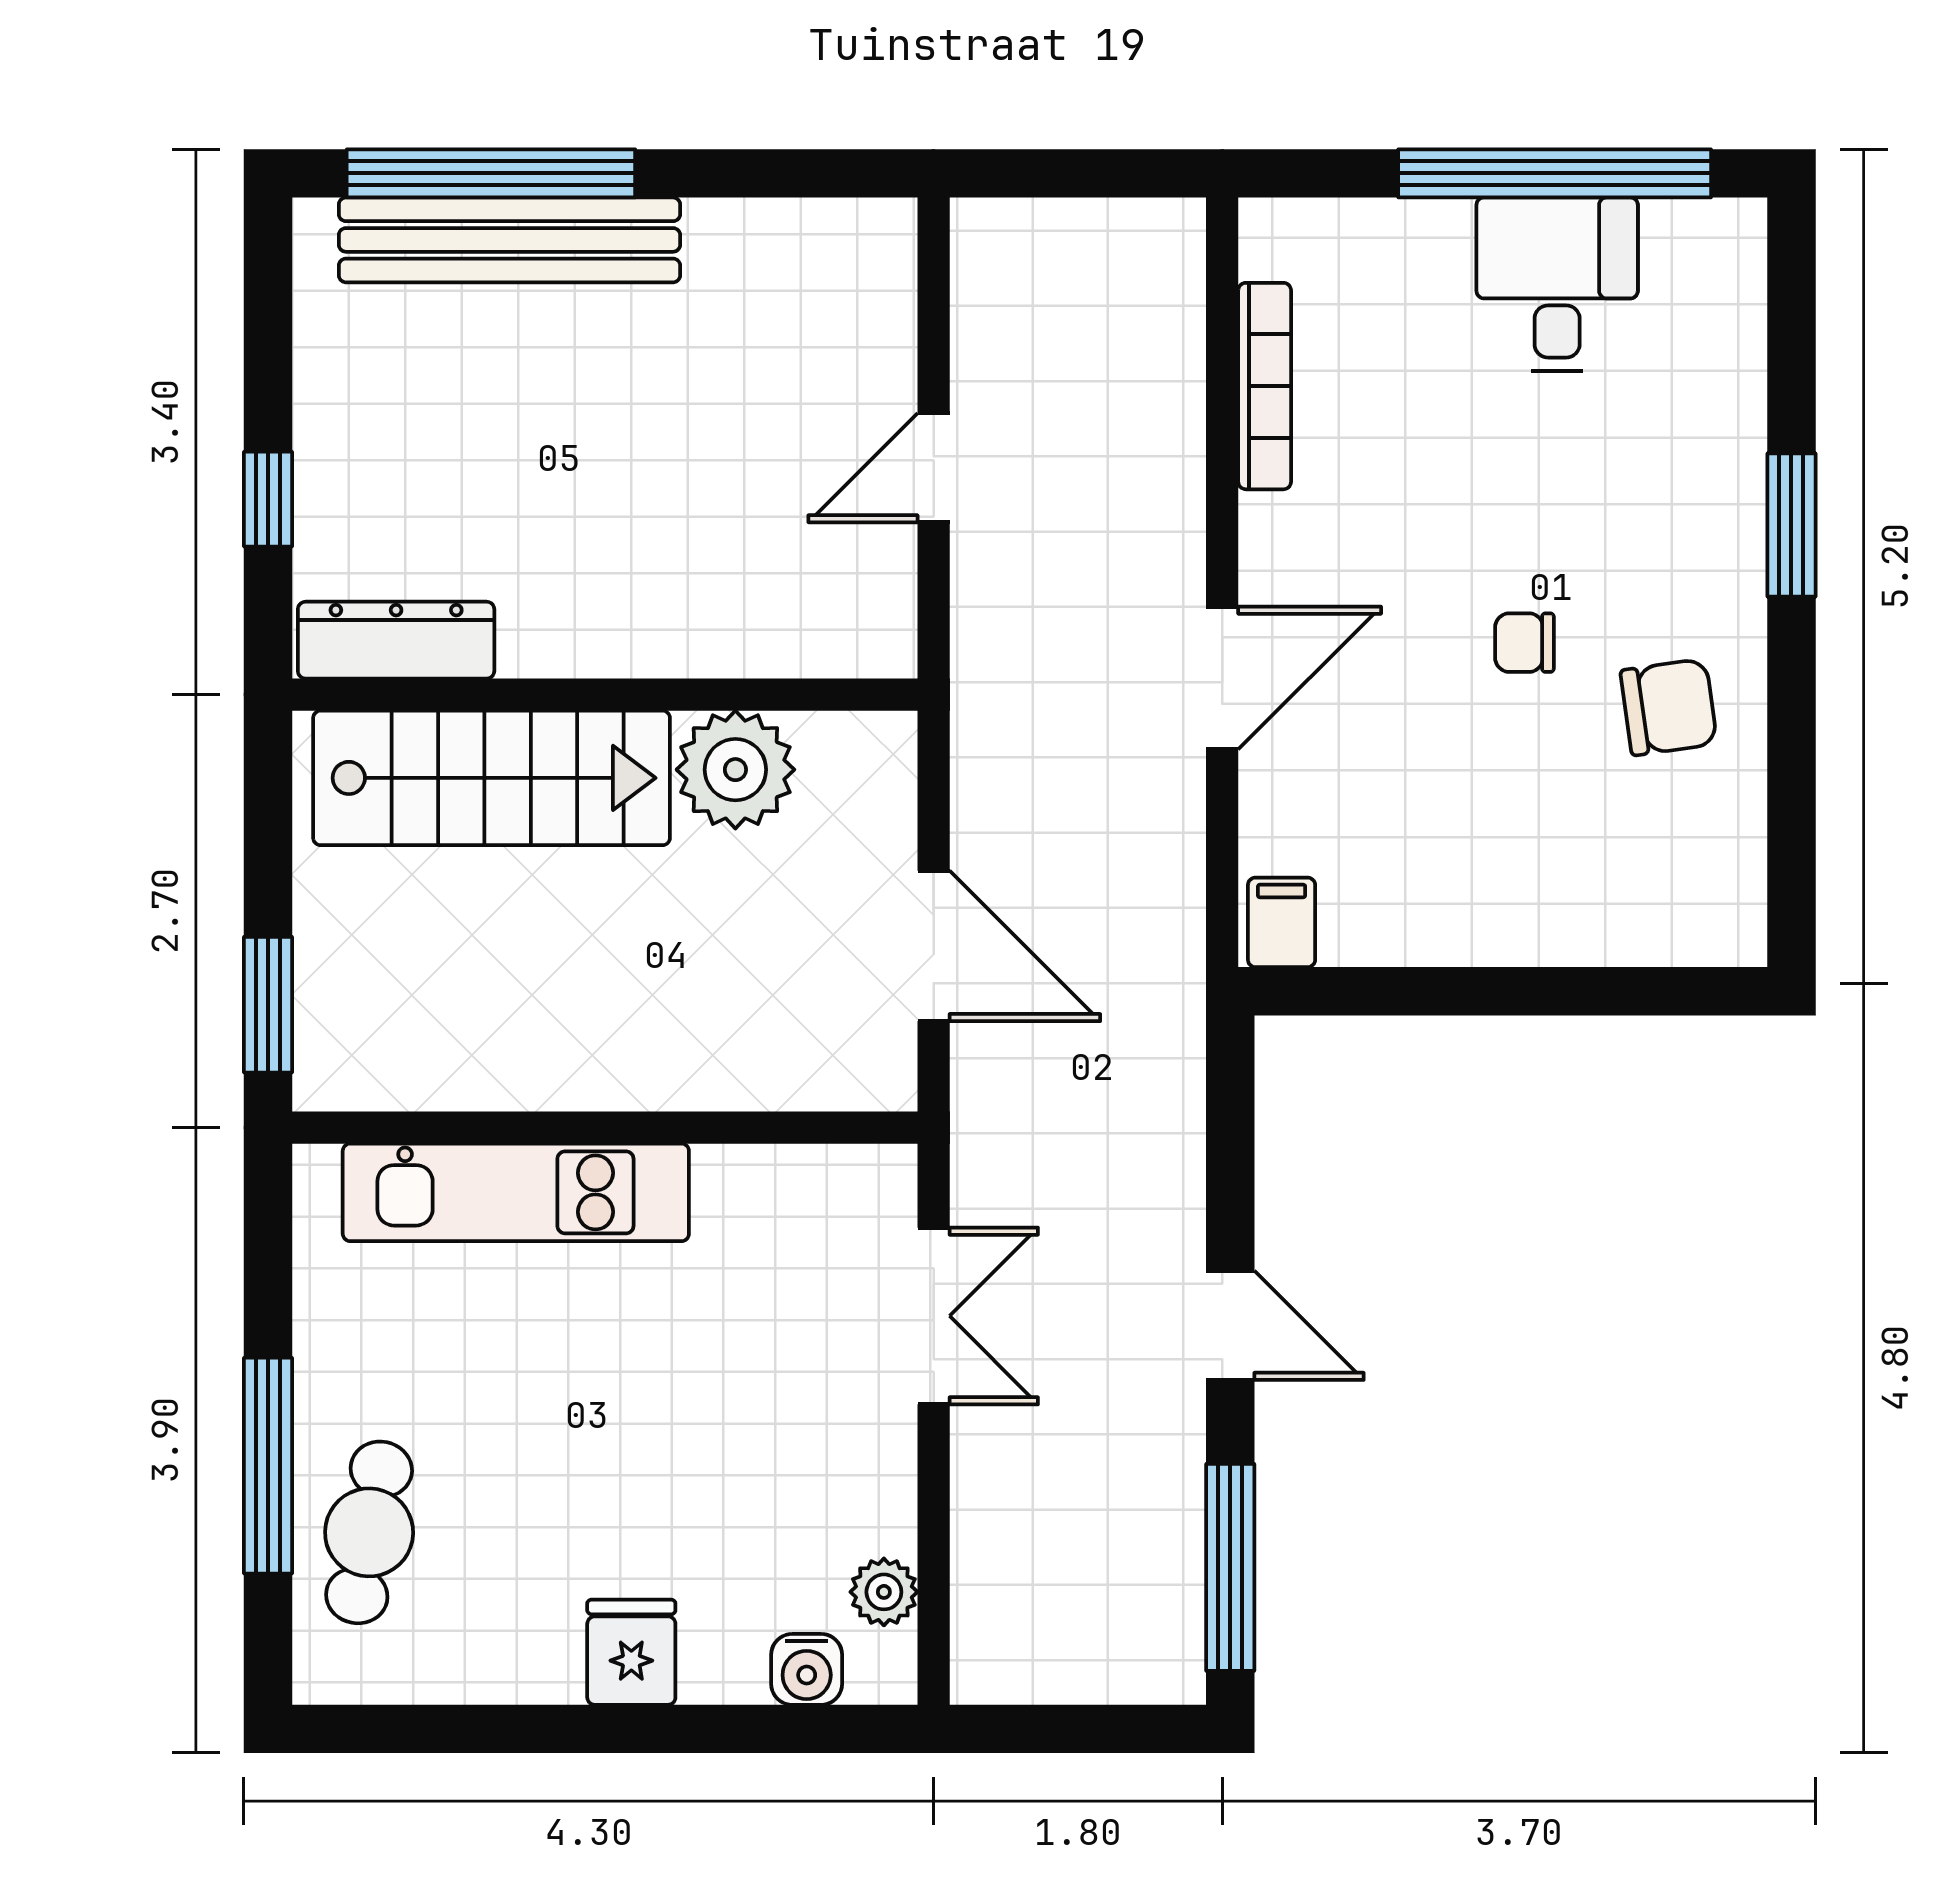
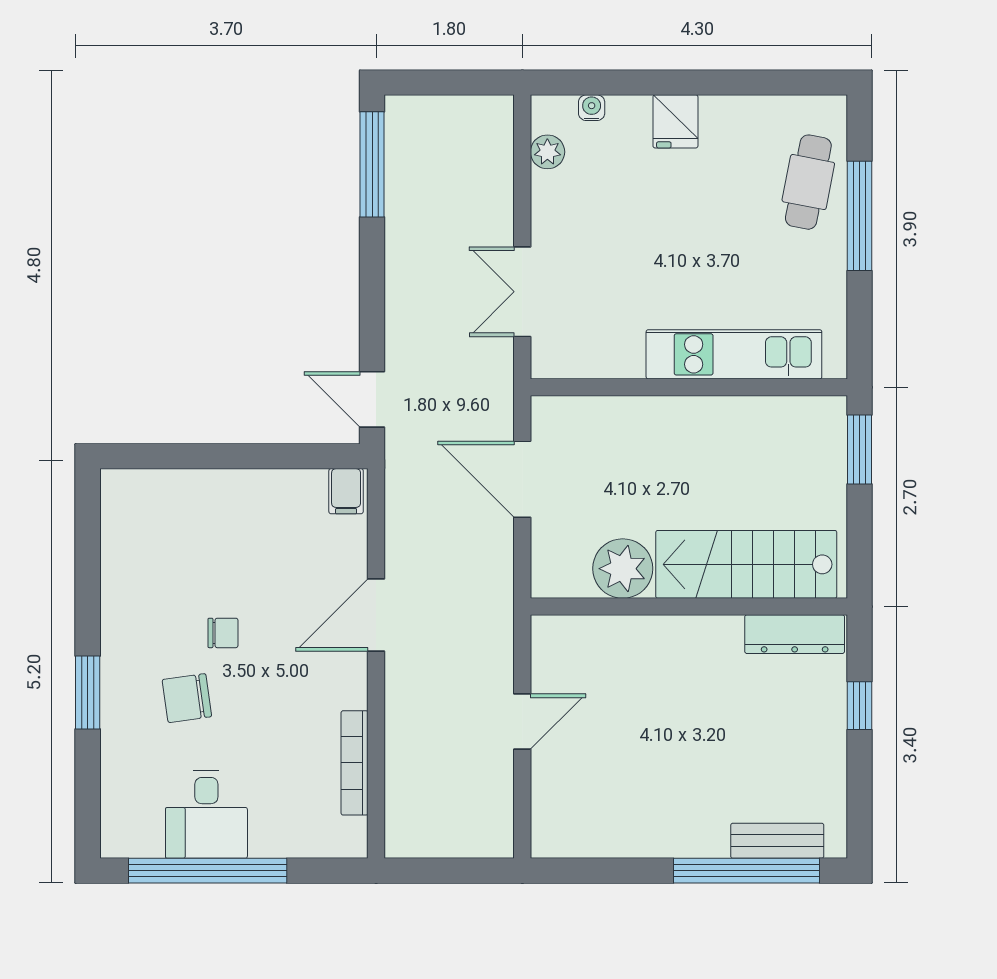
bench: (509, 240) -> (777, 841), width x0.54, depth x0.82
chair: (1669, 707) -> (187, 698), moved
door: (1230, 1325) -> (372, 399), moved
water cooler: (807, 1669) -> (592, 108), width x0.72, depth x0.72

